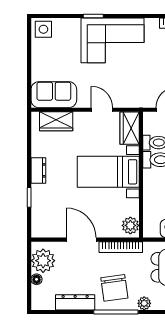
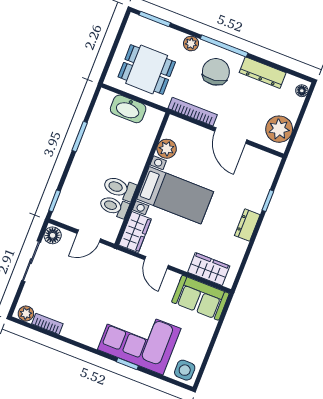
corner sofa: (113, 40) -> (139, 339), moved
plant: (130, 225) -> (167, 149), moved
floor lamp: (37, 279) -> (302, 91), moved

